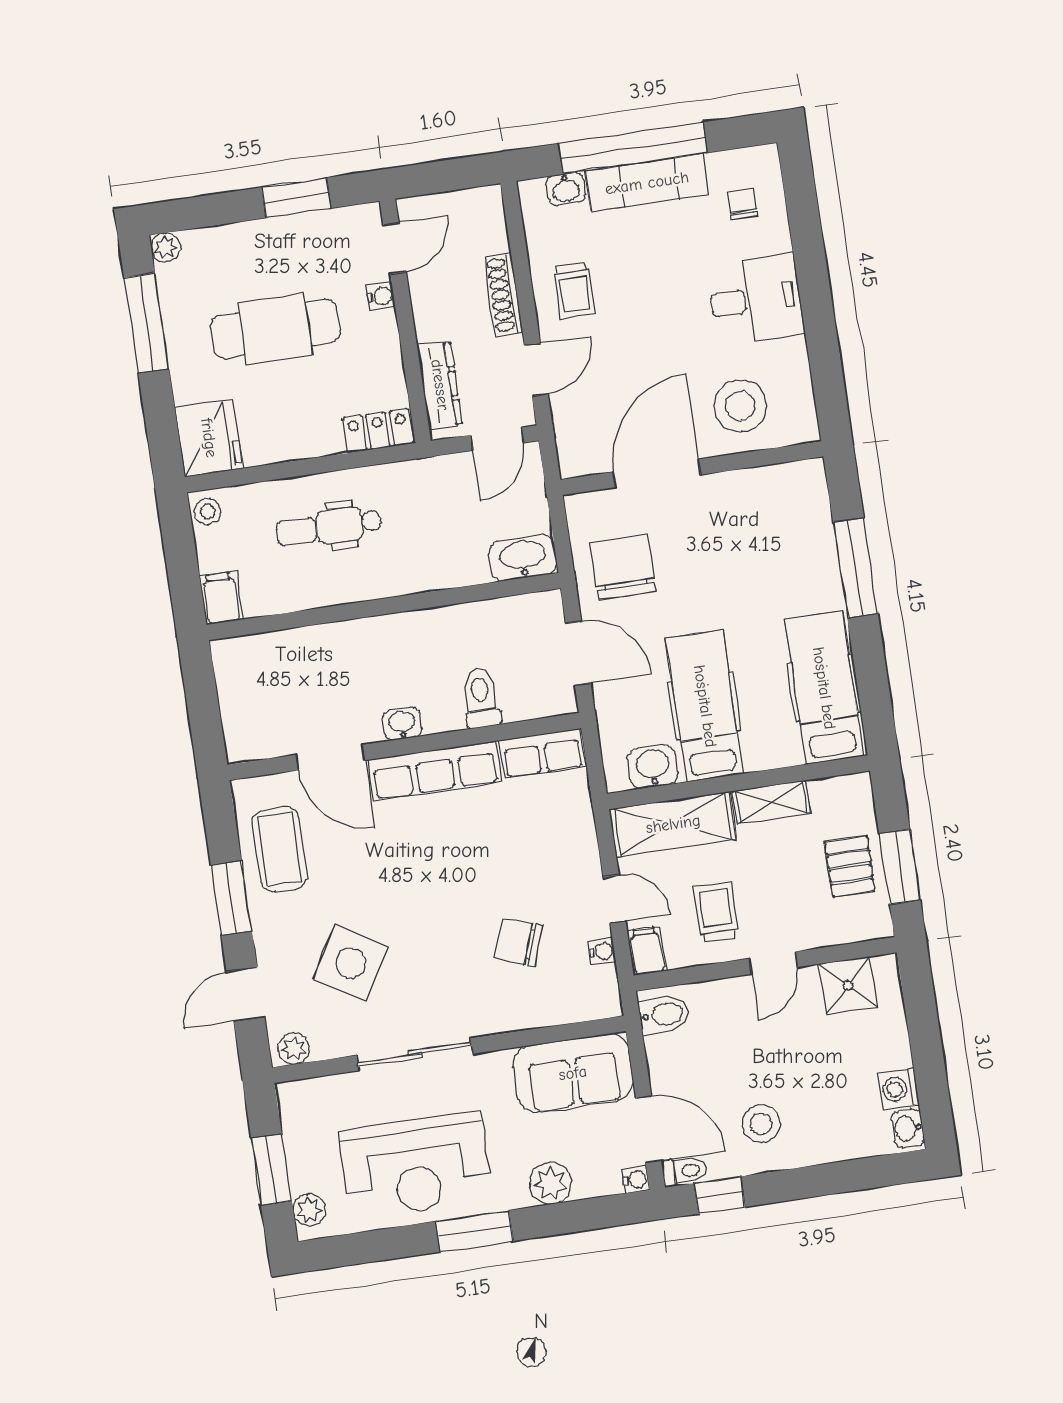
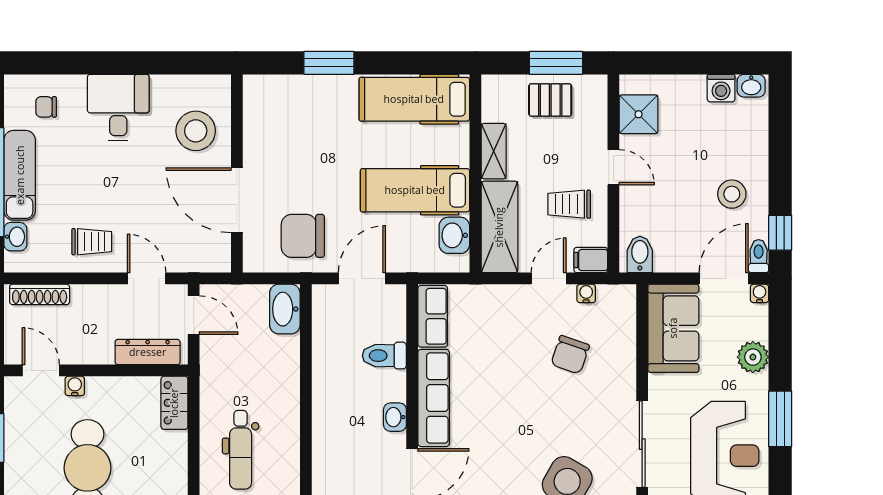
shoe rack: (504, 295) -> (40, 294), moved
window: (856, 568) -> (329, 63), width x0.69

